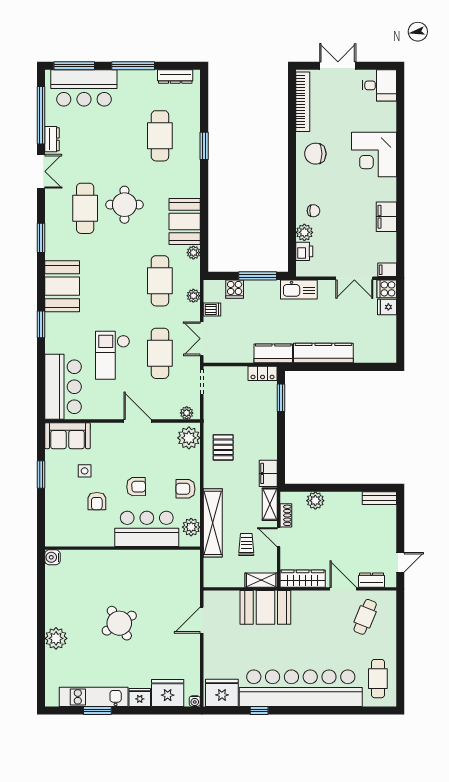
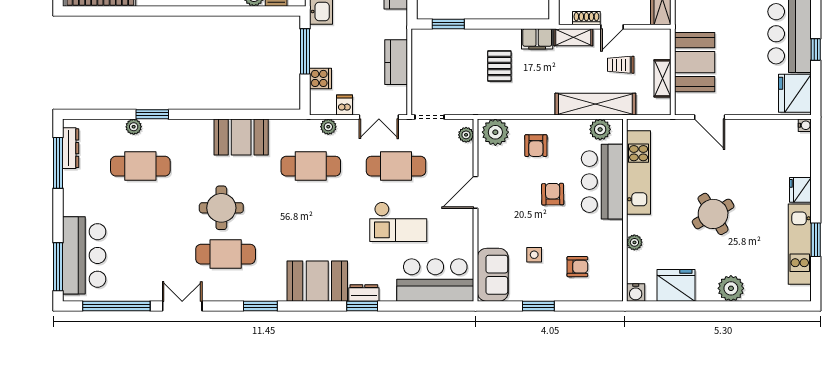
window: (133, 66) -> (58, 163), moved
dresser: (52, 139) -> (364, 293), moved
plant: (193, 253) -> (134, 127), moved
kitchen counter: (273, 353) -> (396, 62), moved
locker: (263, 373) -> (420, 46), removed
pallet: (223, 447) -> (499, 66), moved, turned 90
armchair: (185, 489) -> (536, 146), moved
armchair: (97, 501) -> (577, 267), moved
plant: (95, 556) -> (634, 242), added
kitchen unit: (155, 560) -> (639, 172), added
shelving: (261, 580) -> (663, 78), moved
booth: (265, 607) -> (695, 62), moved
fridge: (168, 693) -> (676, 285), moved, turned 90

